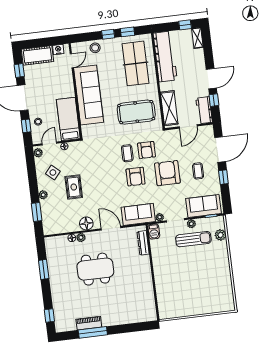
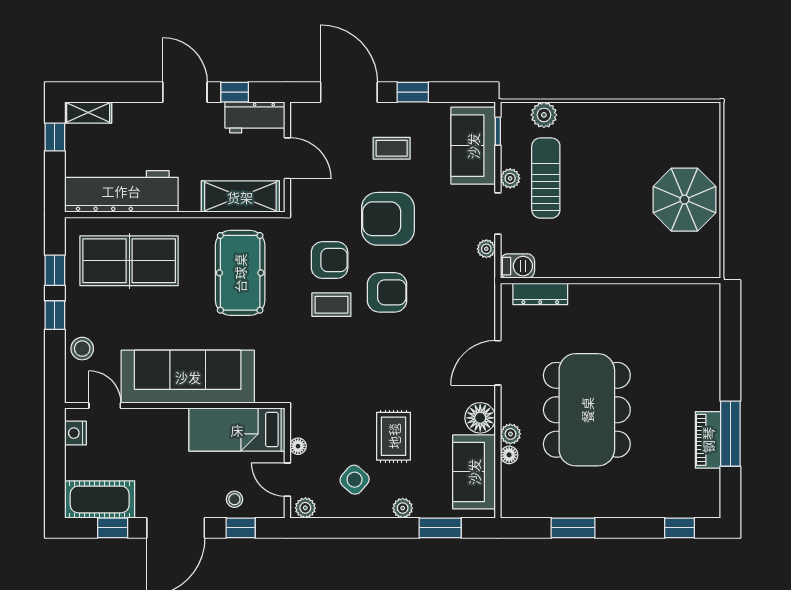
cot: (38, 55) -> (100, 499), moved, turned 90
rug: (74, 187) -> (394, 436), turned 90
sofa: (138, 214) -> (474, 472), moved
dining table: (95, 269) -> (587, 410), width x1.36, depth x1.24
parasol: (191, 300) -> (684, 200), added

